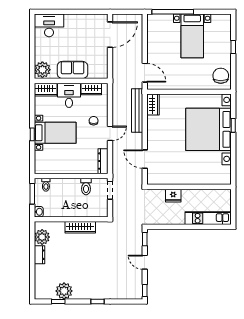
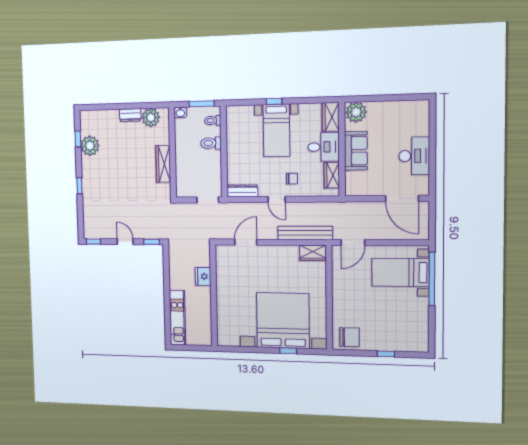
desk: (49, 25) -> (414, 156), moved
bed with nightstands: (192, 36) -> (400, 272), moved
toilet: (86, 187) -> (211, 143), moved
door: (145, 262) -> (125, 242), hinge flipped

